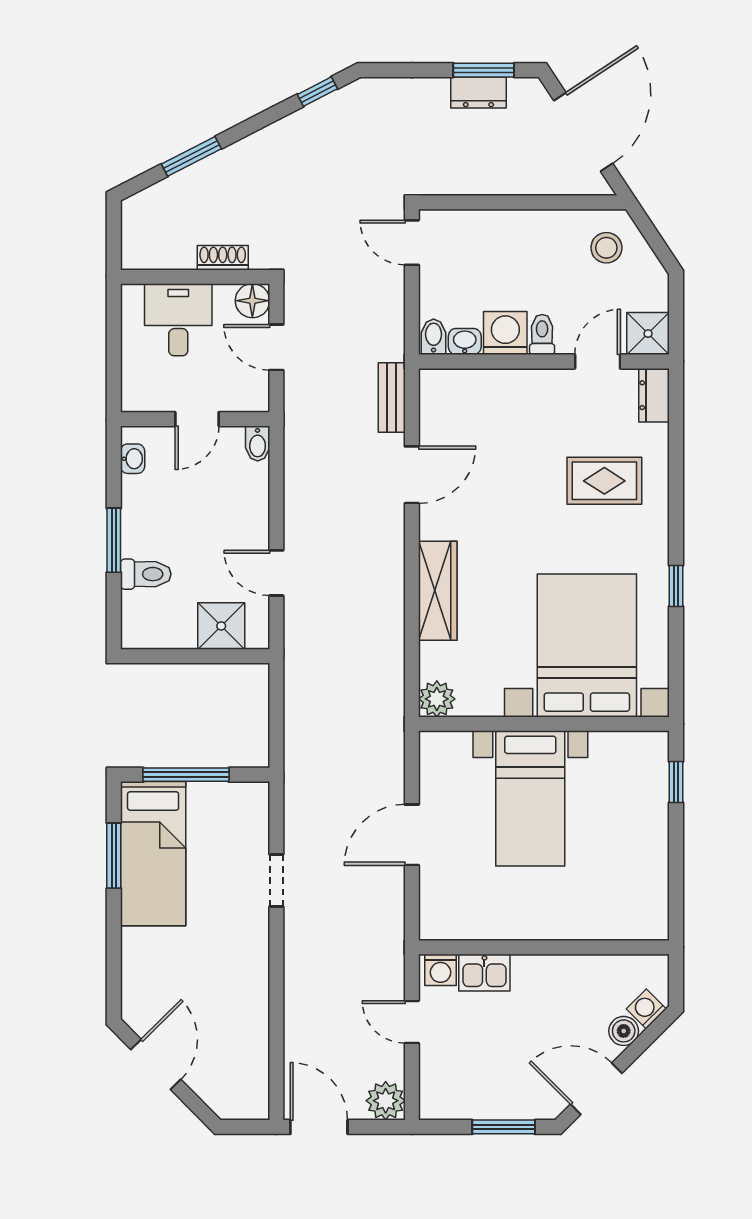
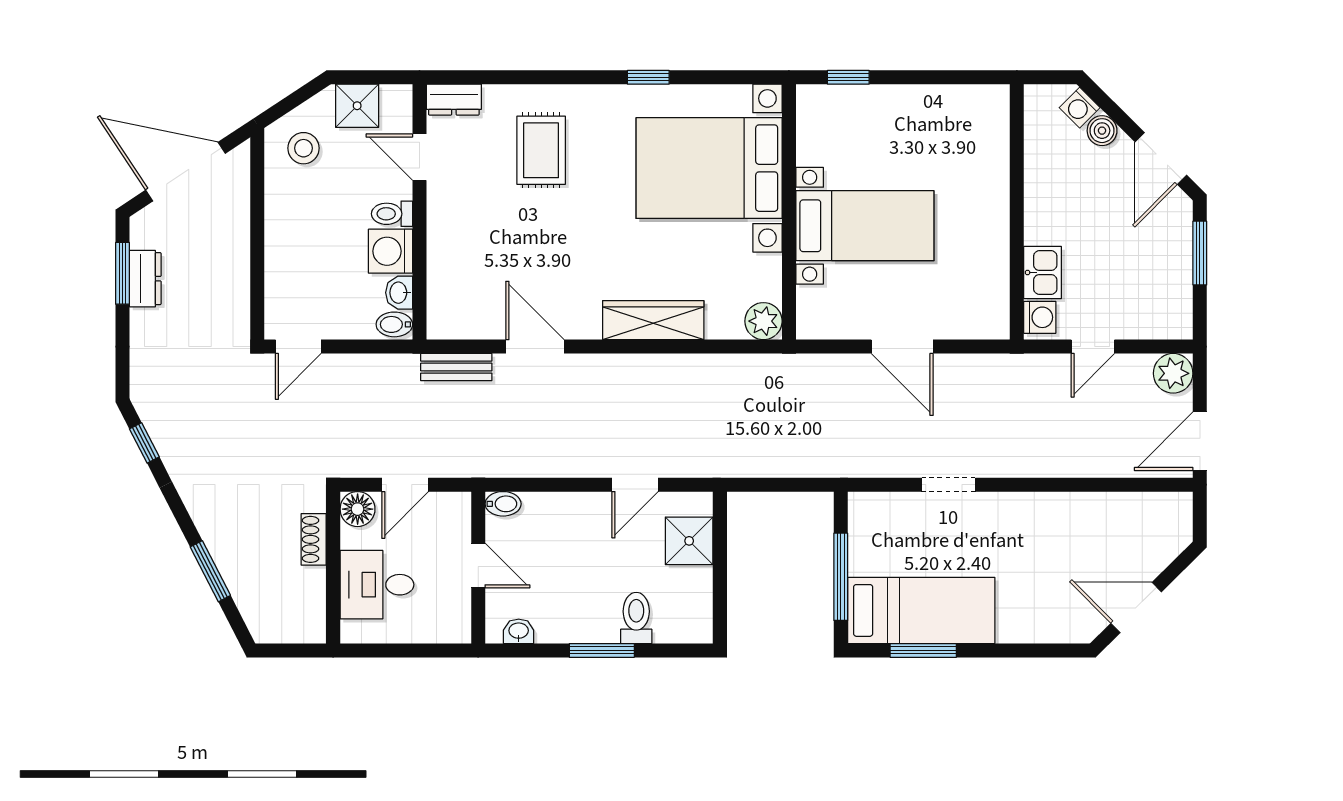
shower: (648, 334) -> (357, 106), moved

